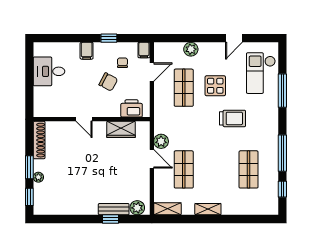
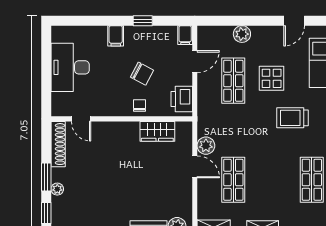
chair: (122, 63) -> (139, 105), moved
desk: (49, 71) -> (70, 67), width x1.37
printer: (132, 108) -> (182, 99), moved, turned -90
trolley: (233, 118) -> (292, 118), turned 180
door: (84, 119) -> (81, 119), moved

